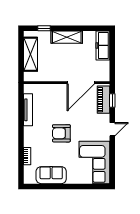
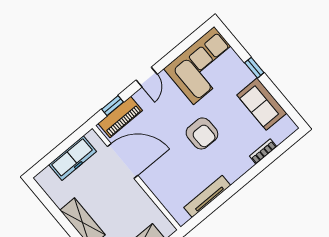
freezer: (103, 45) -> (73, 158), moved
door: (112, 129) -> (147, 77), swing flipped
window: (72, 187) -> (254, 68), added

